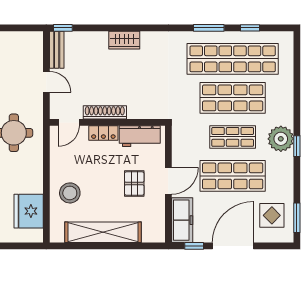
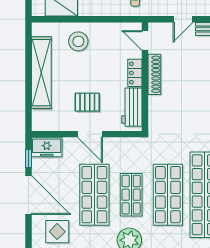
freezer: (182, 220) -> (47, 147), width x0.71

